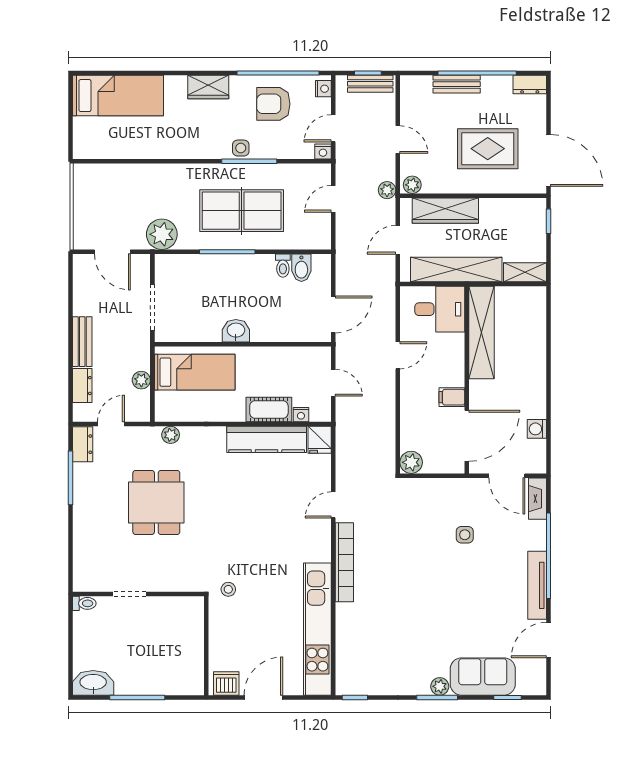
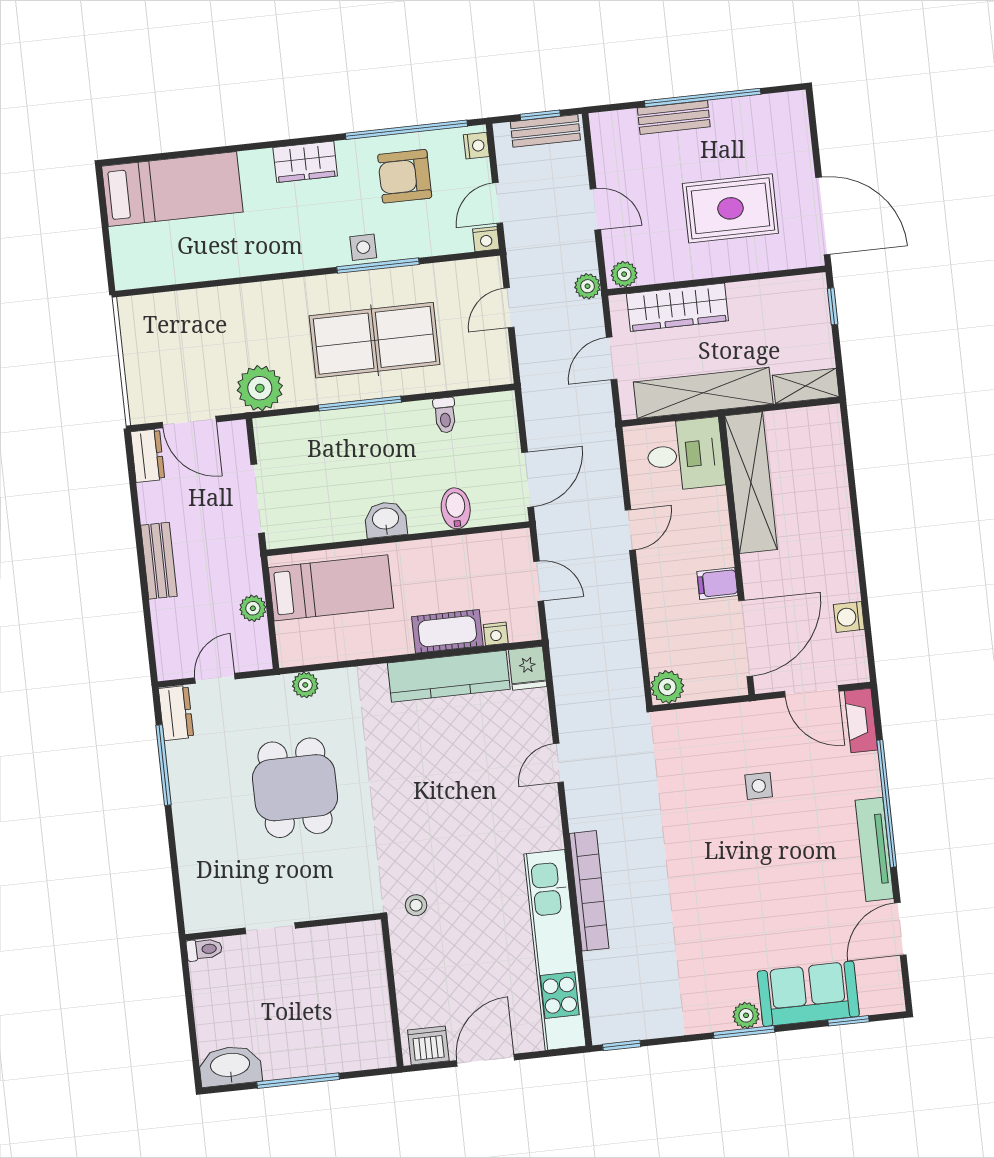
dresser: (530, 85) -> (783, 106), removed
bidet: (301, 268) -> (456, 508), moved, turned 180
dresser: (82, 386) -> (148, 456), moved
bookcase: (344, 562) -> (589, 891), moved

